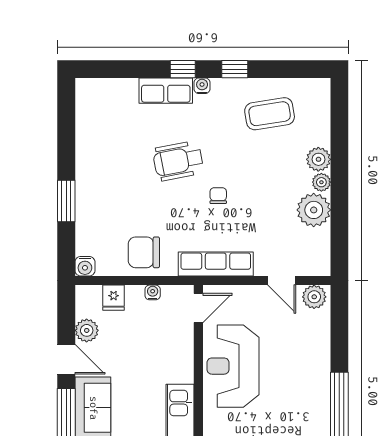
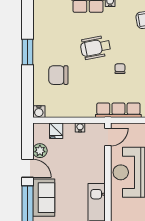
window: (66, 201) -> (27, 52), moved
chair: (144, 252) -> (58, 75), moved

